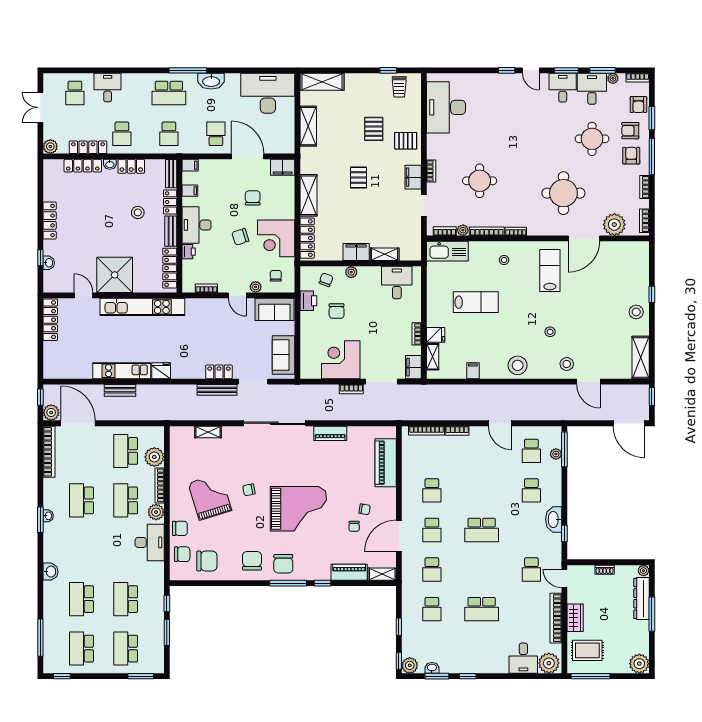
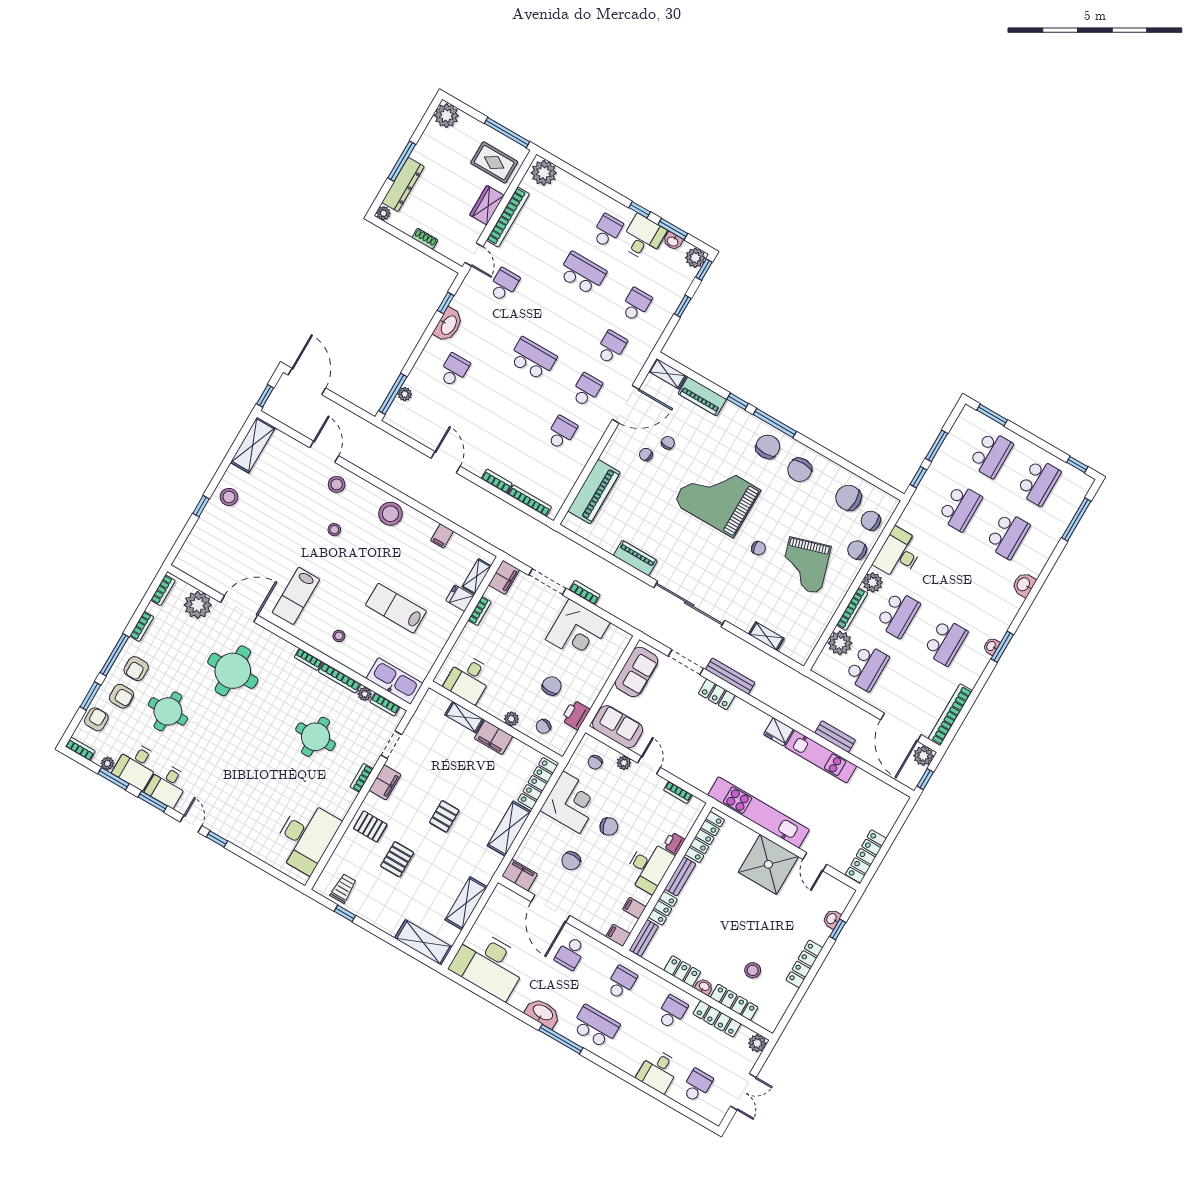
stool: (138, 212) -> (753, 970), moved
school desk: (531, 451) -> (607, 231), moved
desk: (523, 658) -> (643, 238), moved

